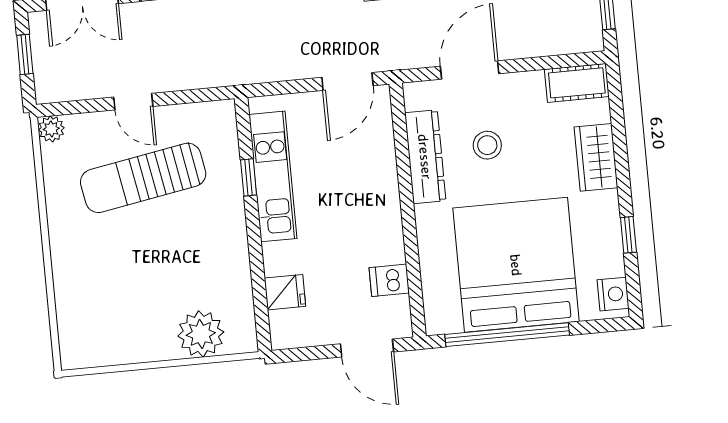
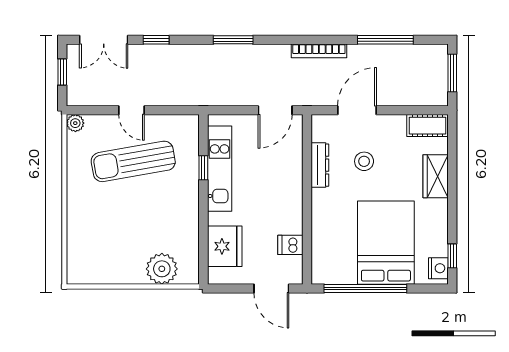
dresser: (425, 157) -> (320, 165), width x0.73, depth x0.80
window: (628, 235) -> (452, 256), moved
bed: (516, 265) -> (386, 243), width x0.73
fridge: (285, 292) -> (225, 246), width x1.88, depth x1.34

